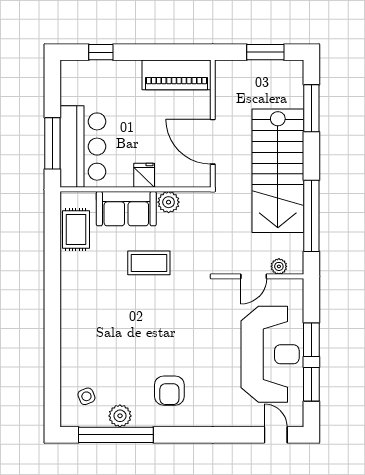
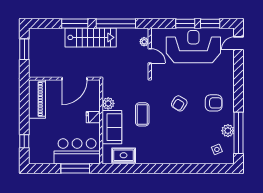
window: (311, 108) -> (75, 24), moved
stairs: (278, 171) -> (91, 37), width x0.73, depth x0.66
armchair: (169, 329) -> (179, 103), added

